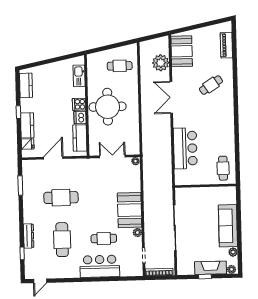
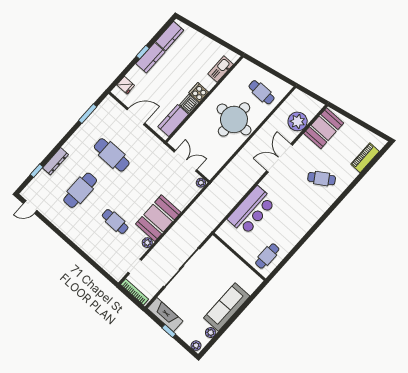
round table: (108, 107) -> (234, 119), moved
kitchen counter: (27, 125) -> (150, 58), moved
bar counter: (100, 266) -> (90, 241), removed
fireplace: (211, 268) -> (165, 315), moved

